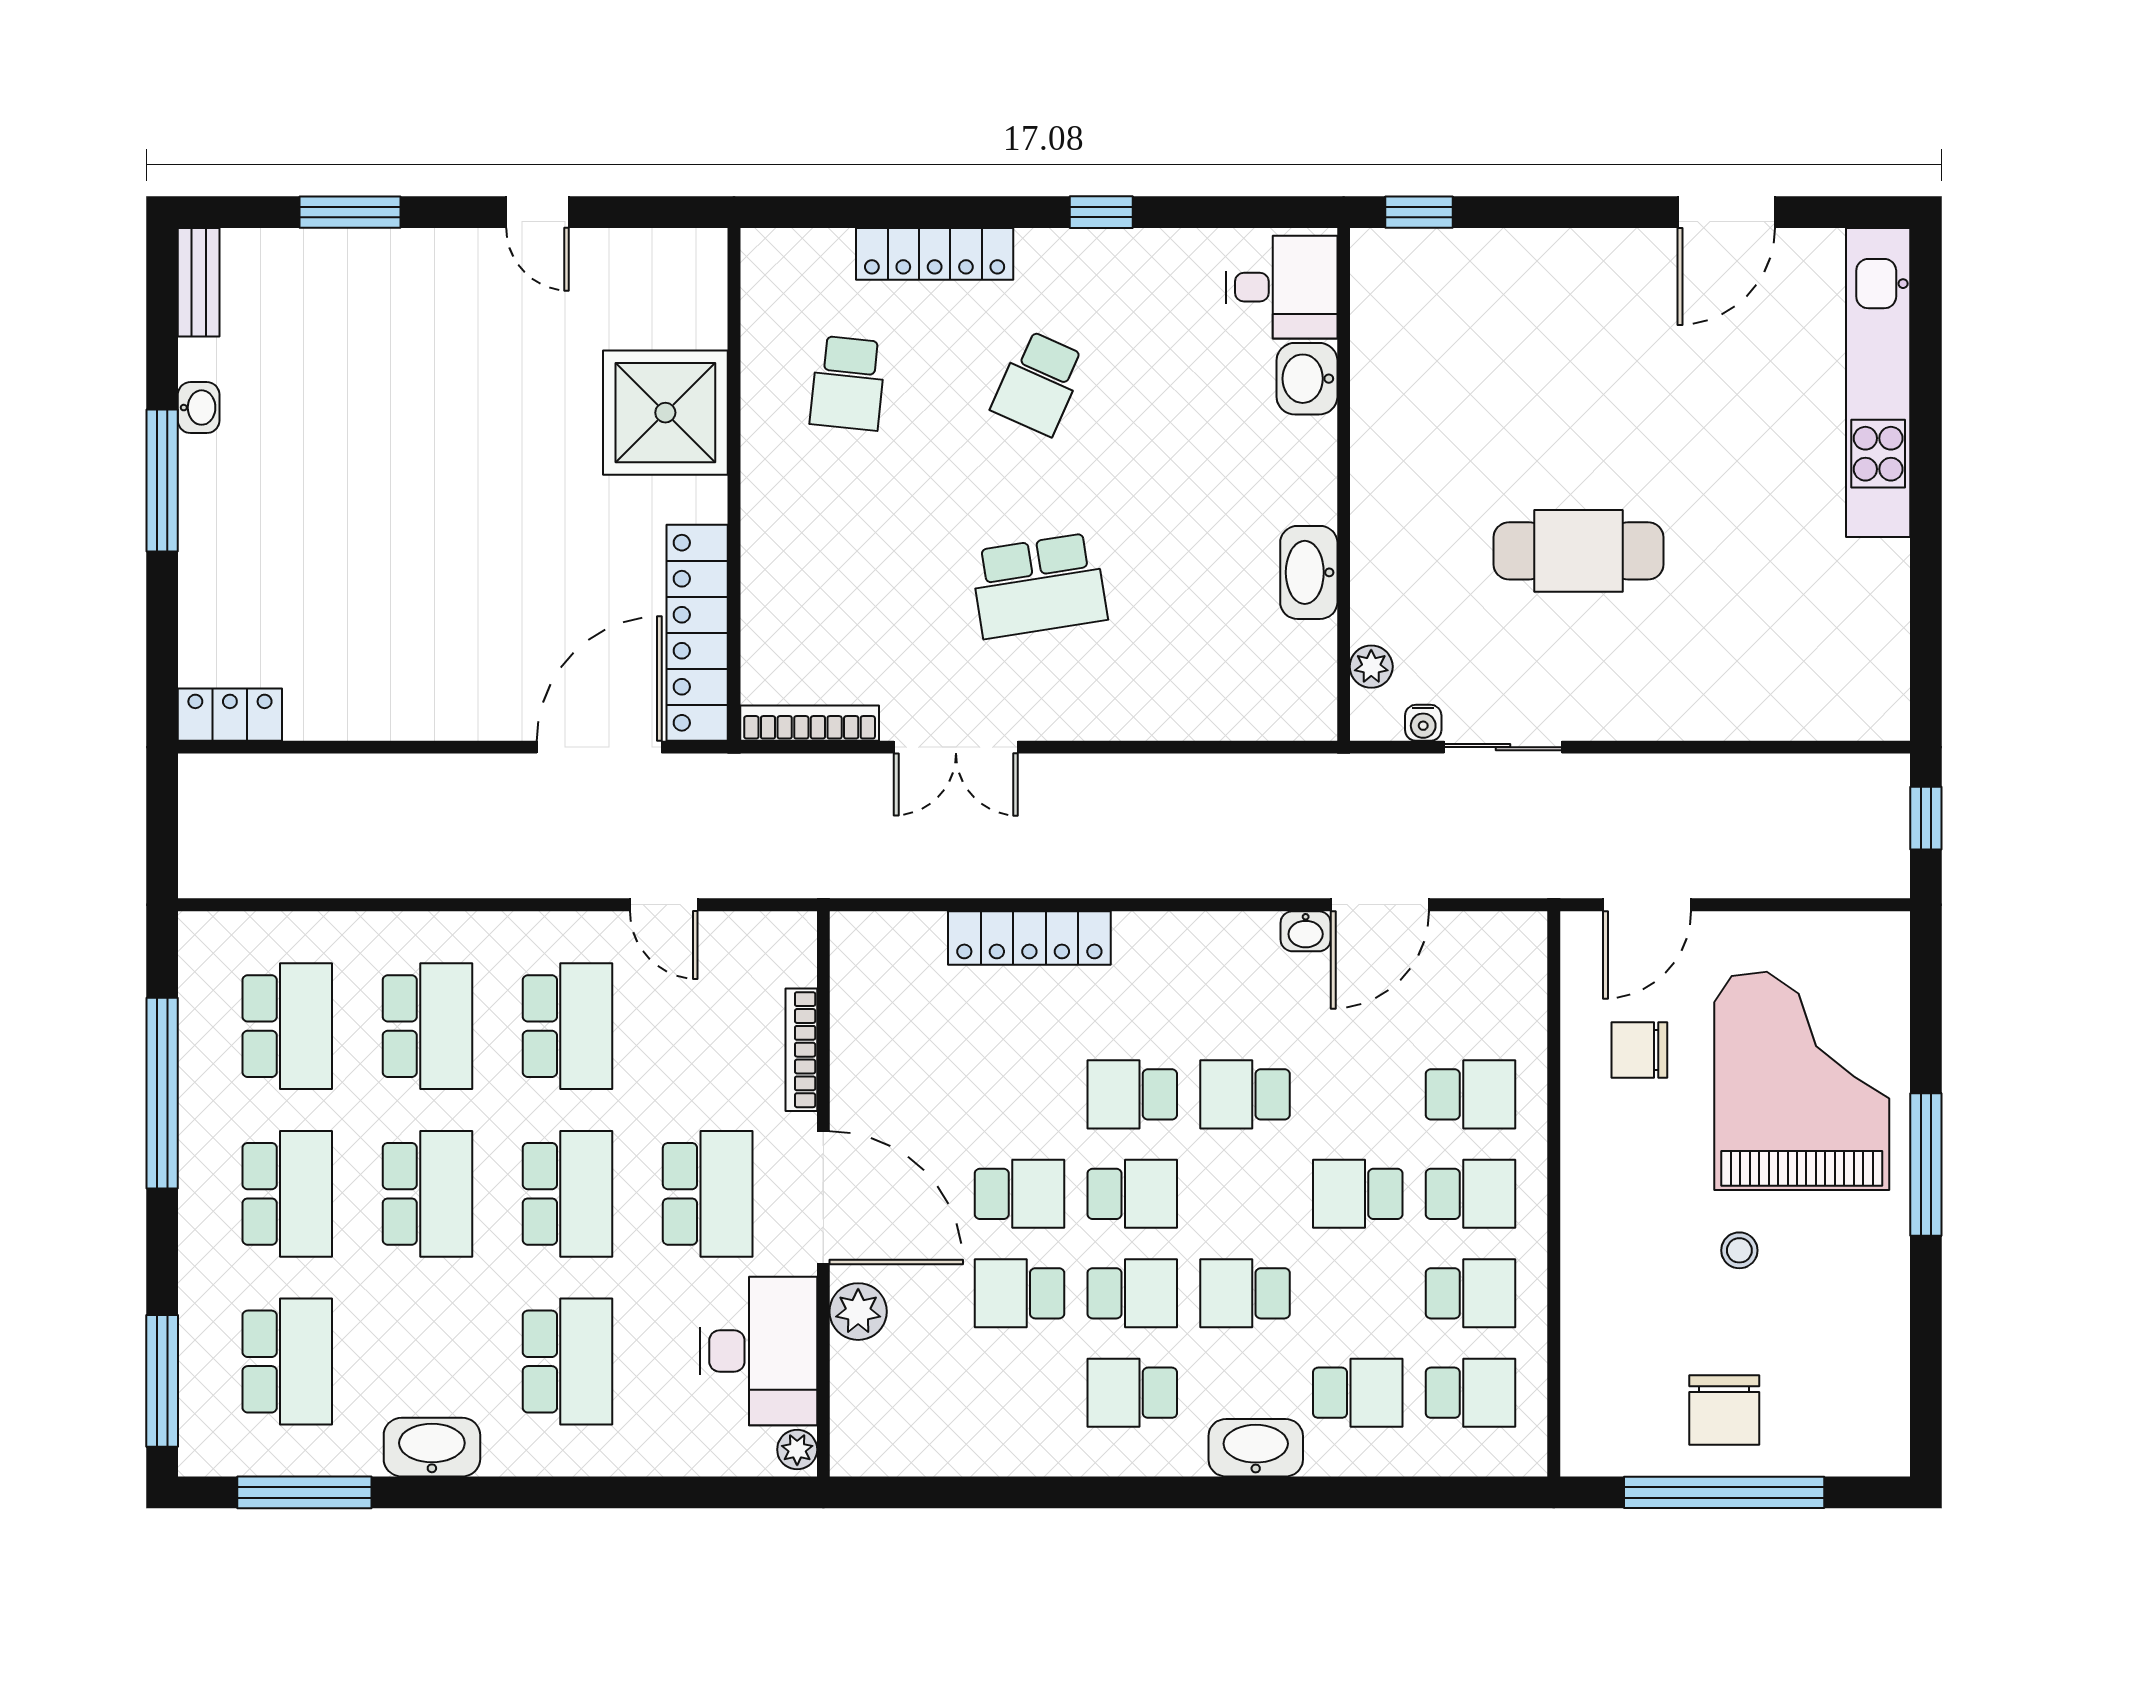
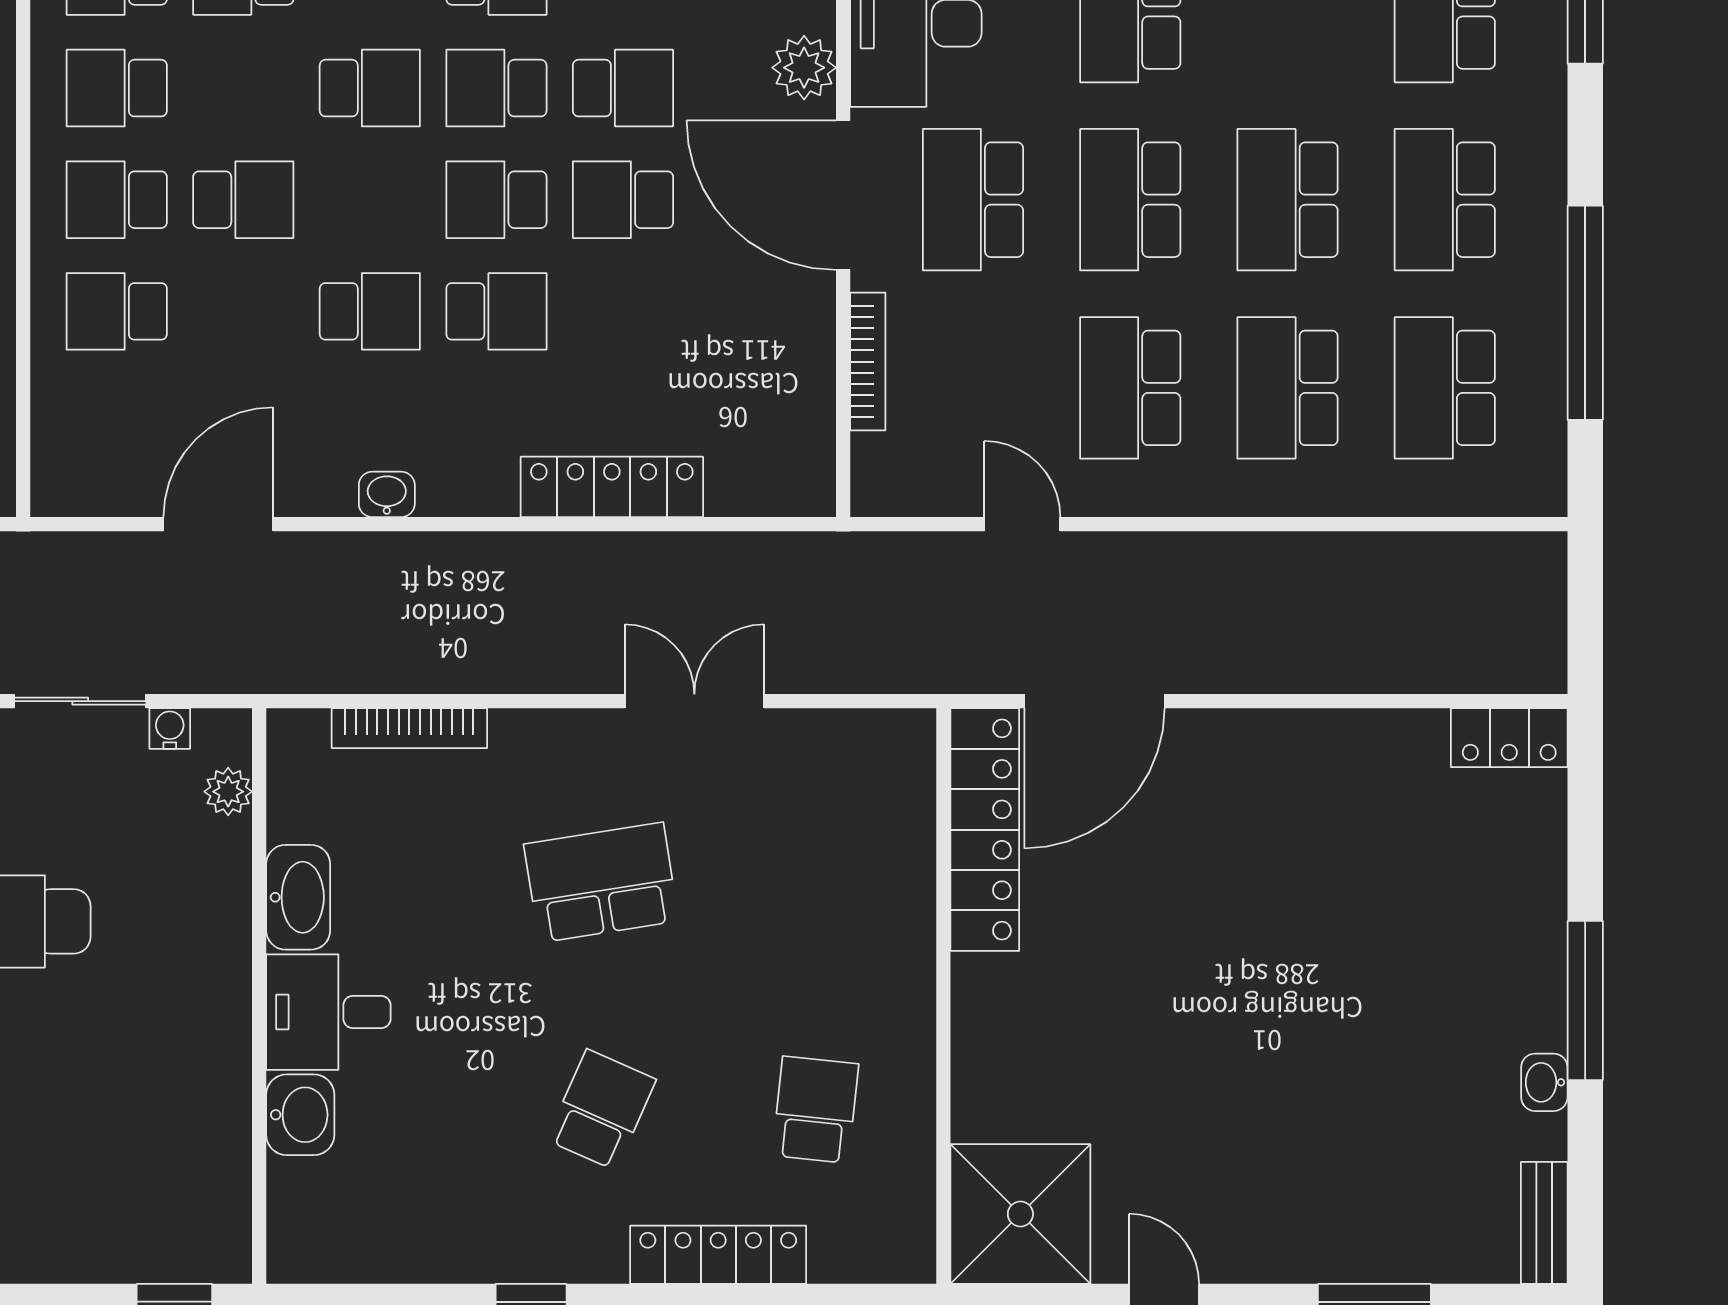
desk: (1282, 287) -> (328, 1012), moved
shower: (665, 413) -> (1020, 1214), moved
bookcase: (810, 723) -> (409, 728), moved
washbasin: (1306, 931) -> (387, 494), moved

